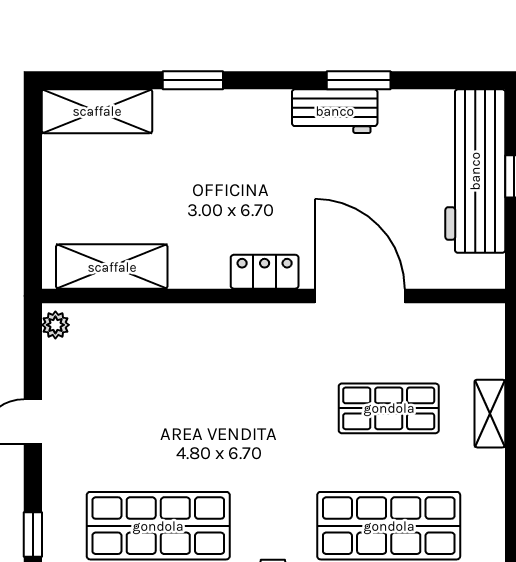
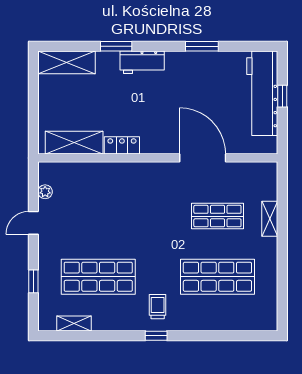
workbench: (335, 111) -> (142, 62), moved
locker: (265, 272) -> (122, 145), moved
plant: (55, 325) -> (45, 192), moved

